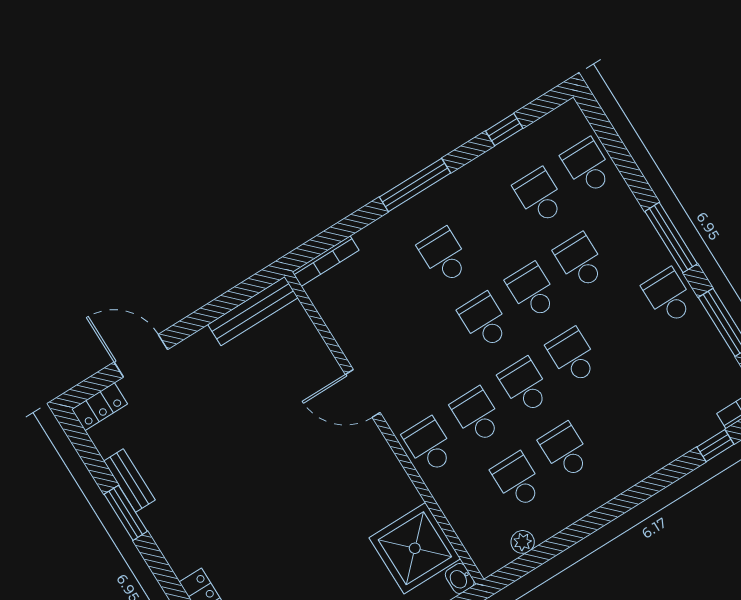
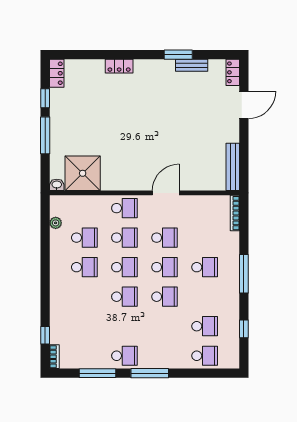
school desk: (580, 261) -> (165, 238), moved

